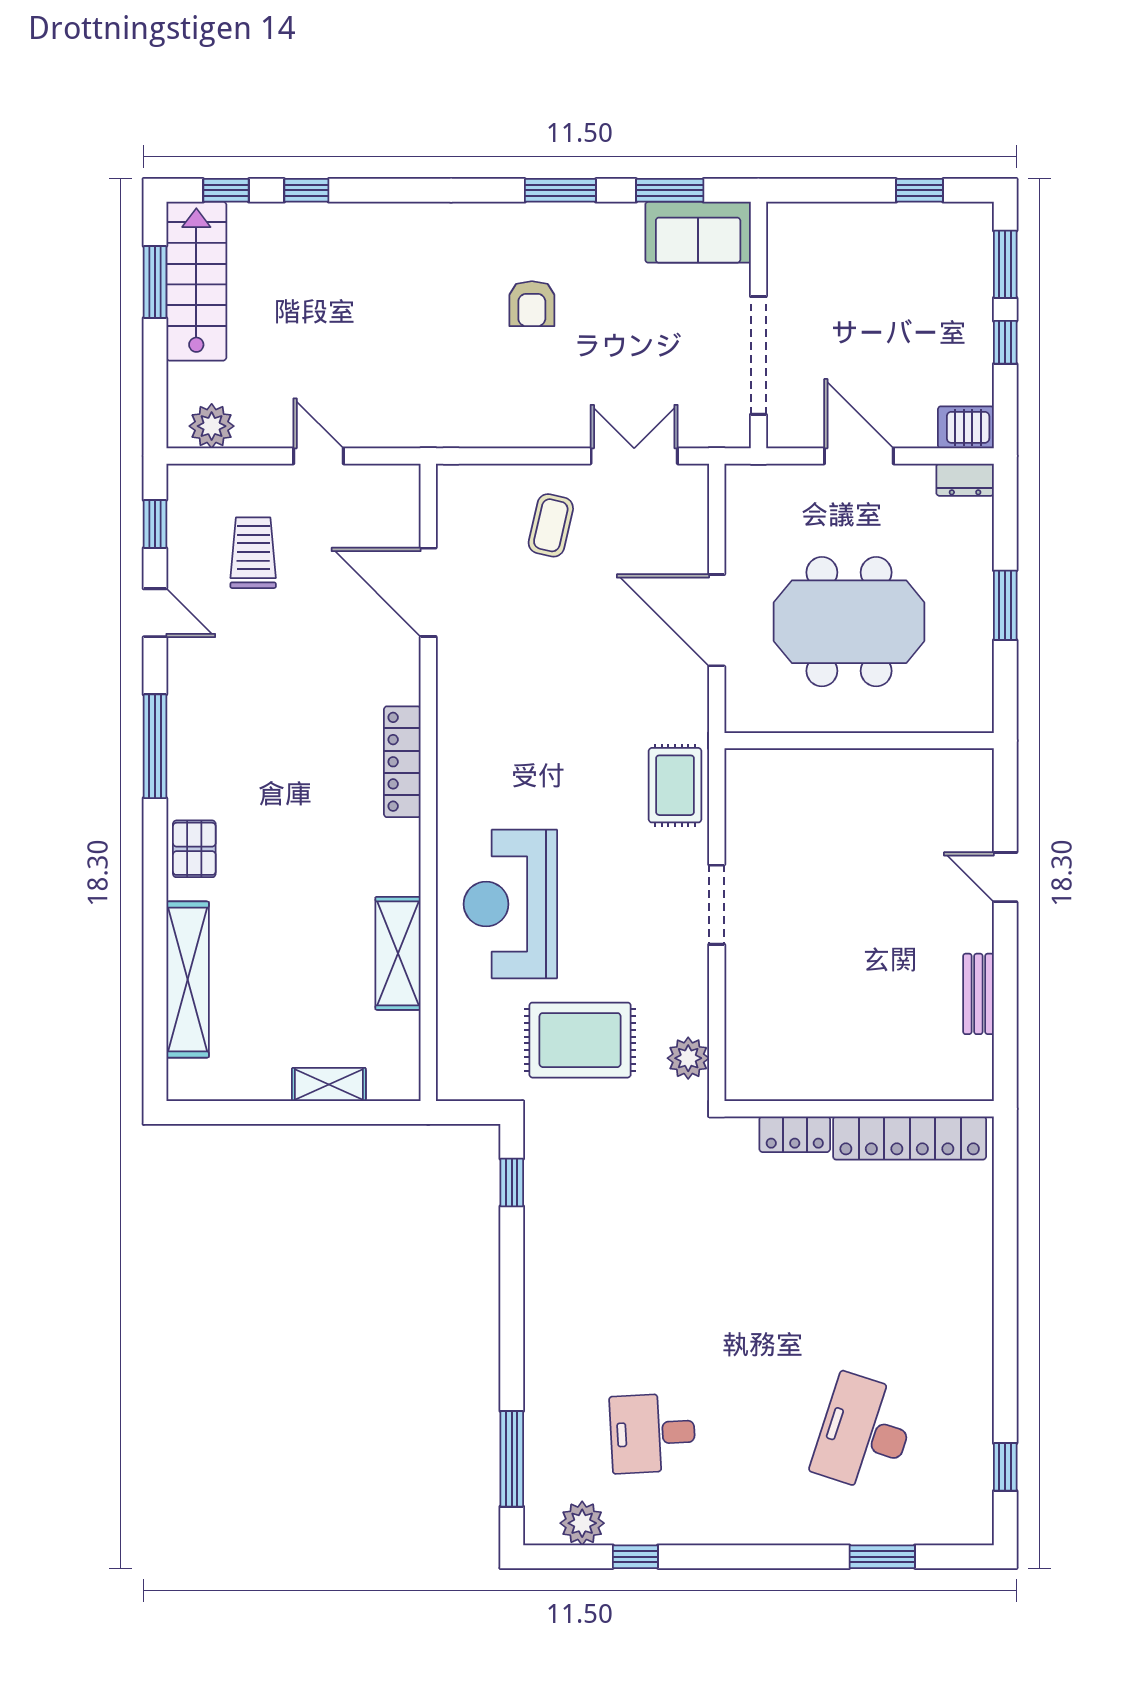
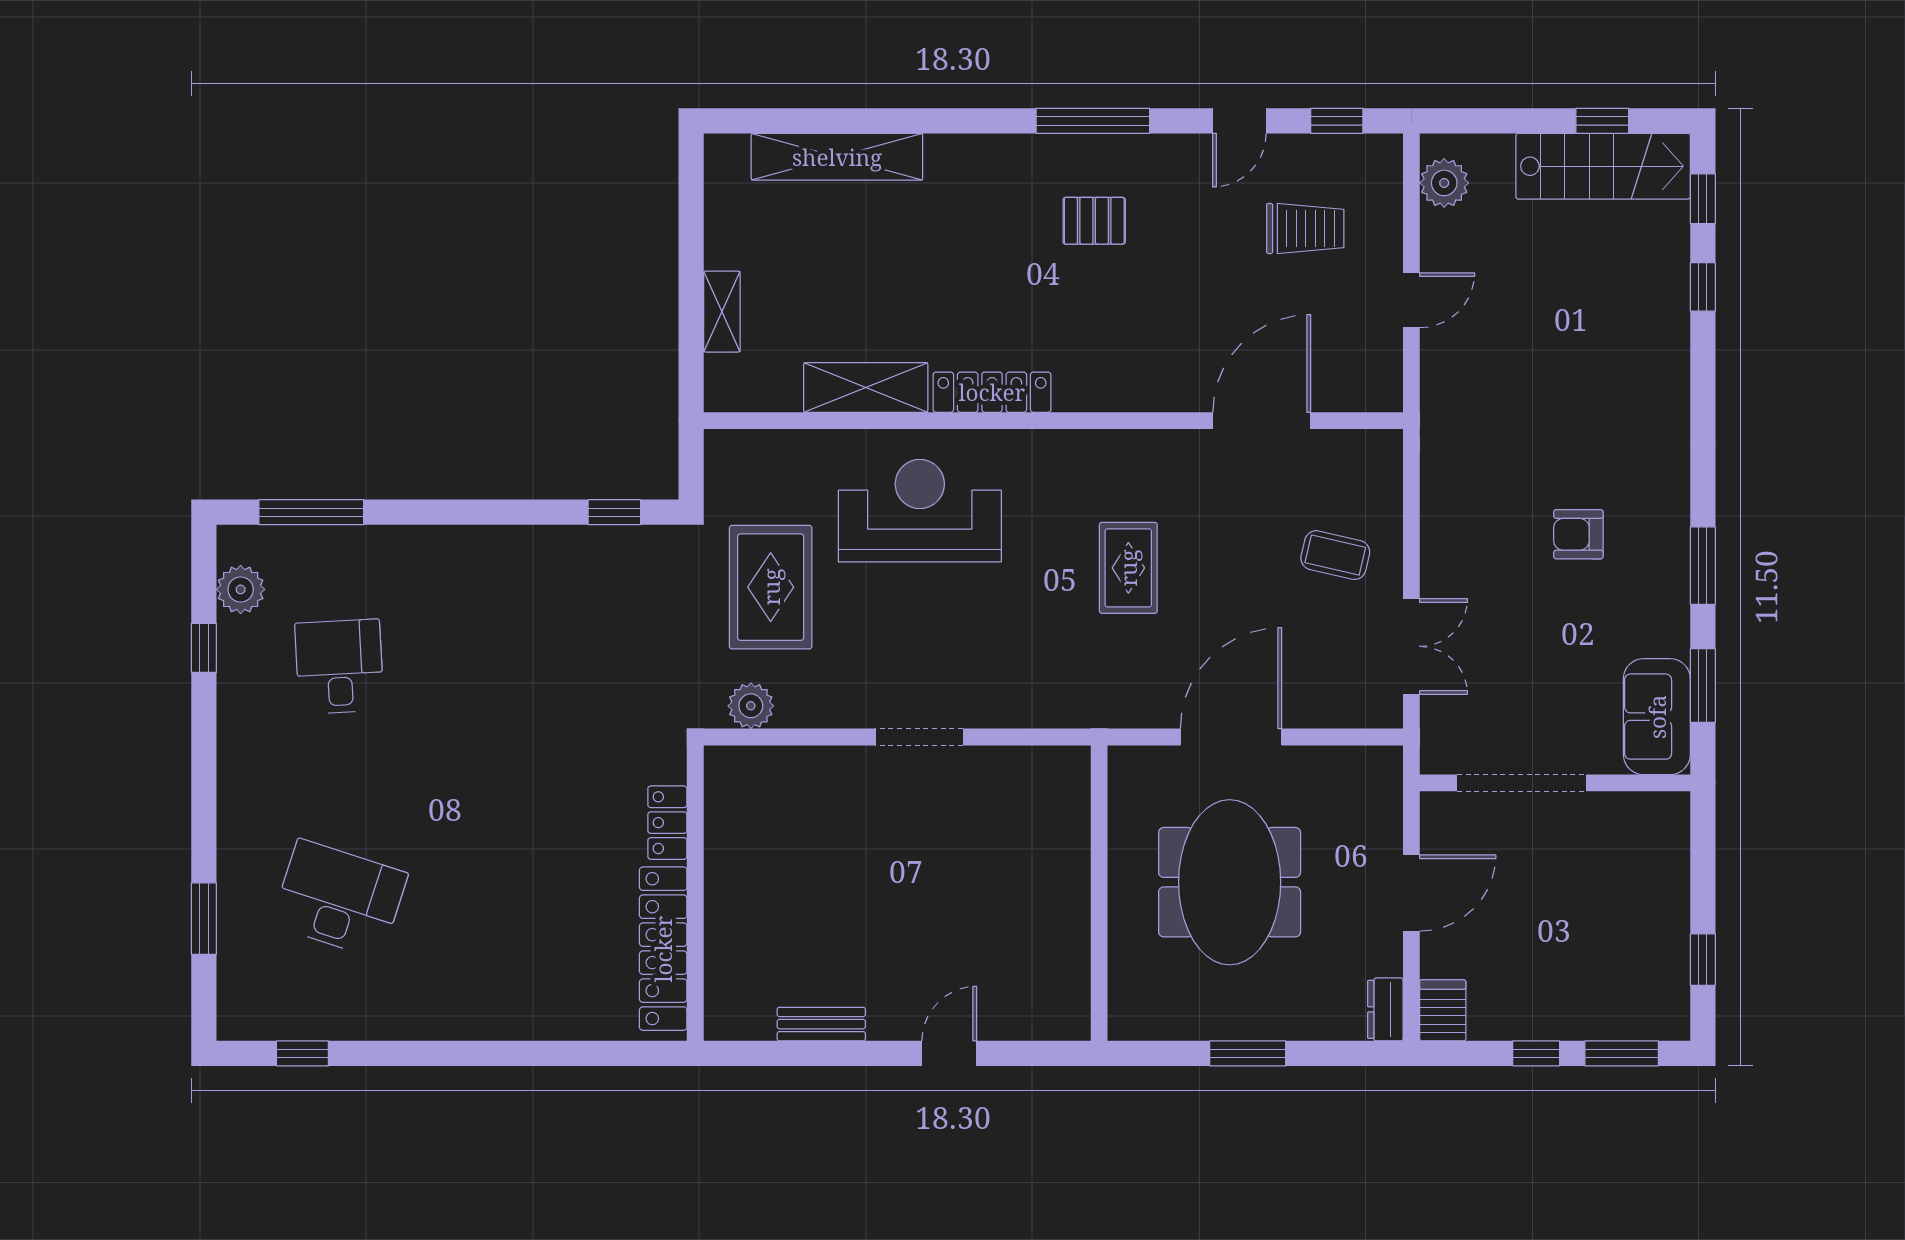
window: (155, 282) -> (1602, 121), width x0.67
locker: (402, 762) -> (992, 392), moved
rug: (675, 785) -> (1128, 568), moved, turned 90
pallet: (194, 849) -> (1094, 221), moved

